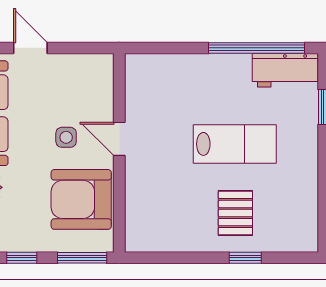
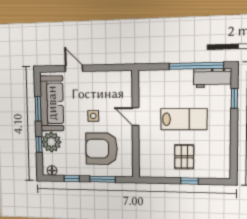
door: (119, 139) -> (135, 117), moved
wall: (119, 153) -> (136, 124), moved

